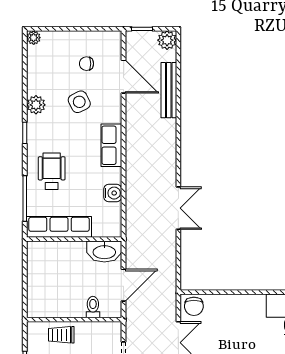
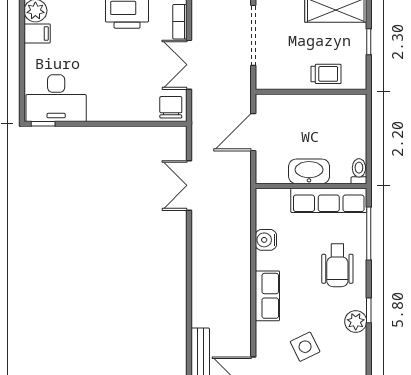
plant: (36, 105) -> (356, 321), moved
double door: (178, 208) -> (189, 185), moved
washbasin: (104, 252) -> (309, 171), moved
toilet: (93, 307) -> (359, 171), moved, turned 180

